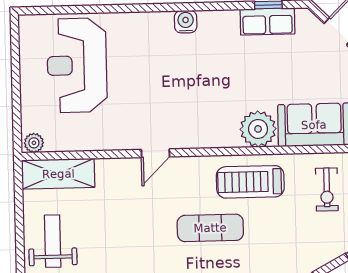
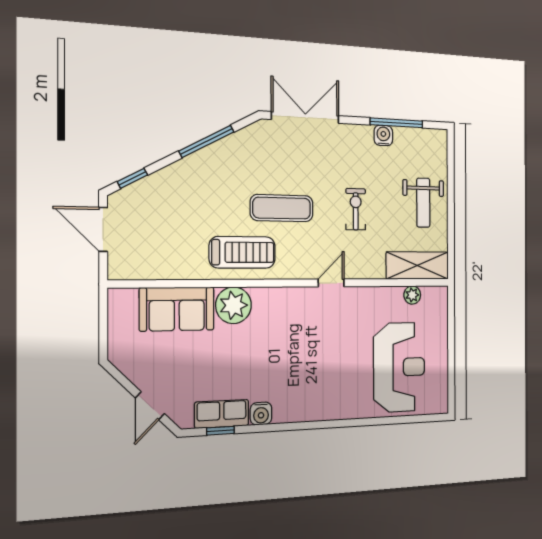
water cooler: (186, 22) -> (261, 414), moved
plant: (34, 143) -> (412, 295), moved
exercise bike: (327, 189) -> (356, 209), moved

